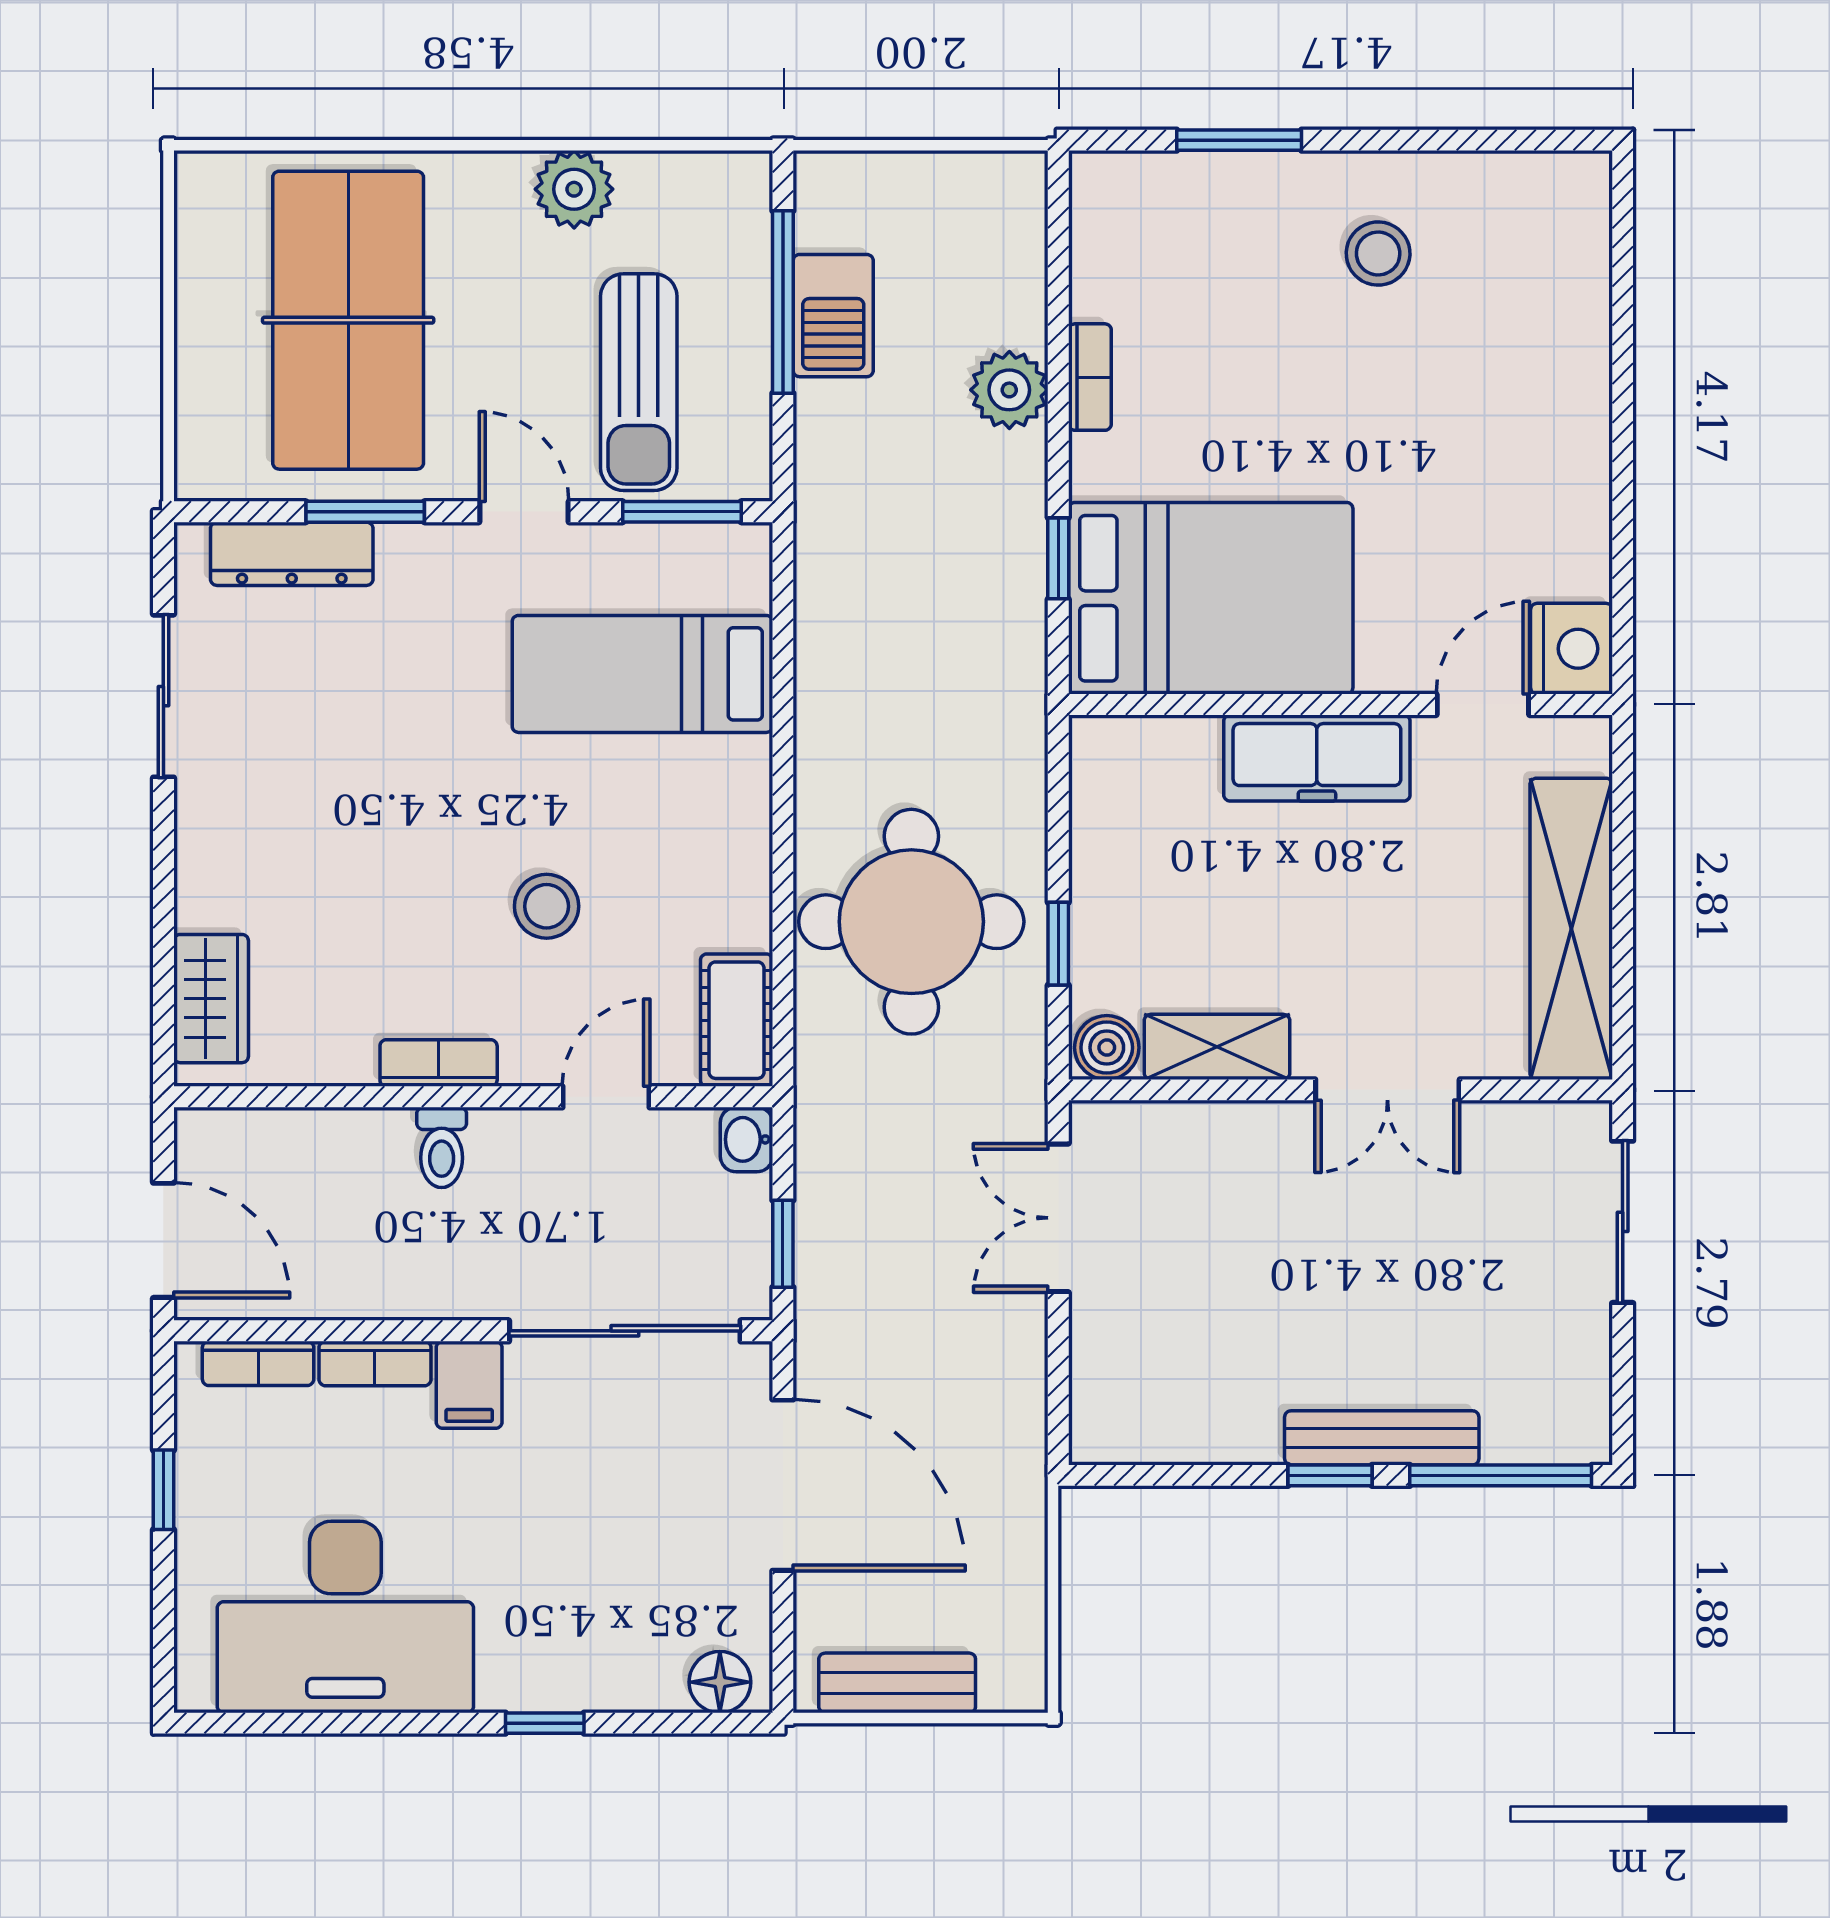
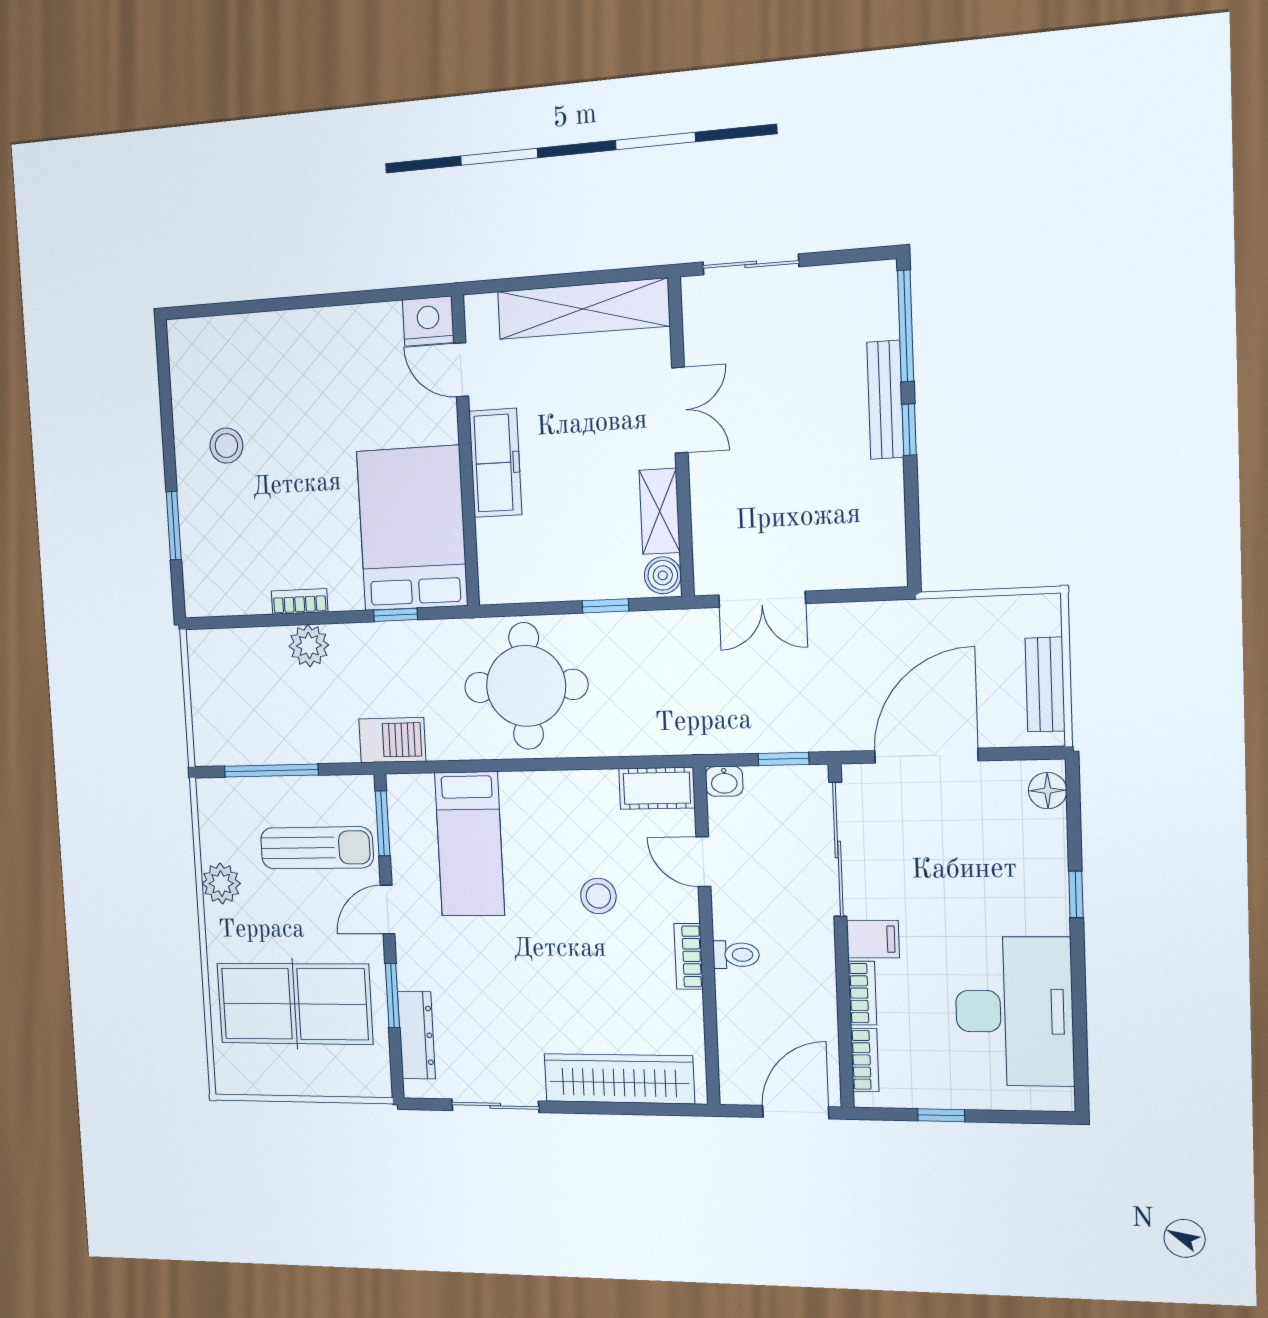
barbecue: (833, 316) -> (392, 740), moved
round table: (911, 922) -> (526, 686), moved
wardrobe: (211, 999) -> (619, 1079), width x2.10, depth x1.17

